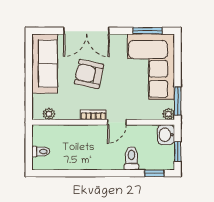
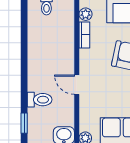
bookcase: (93, 115) -> (84, 35), moved

